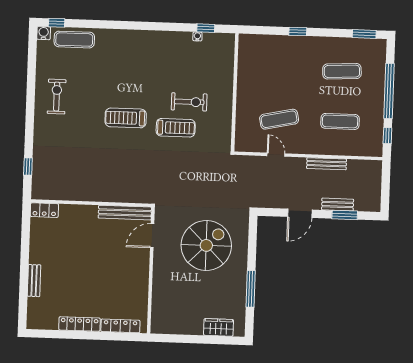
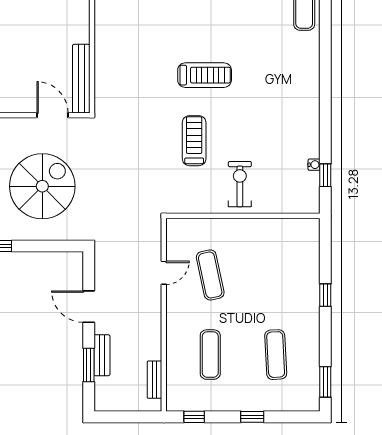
window: (389, 91) -> (252, 417), width x0.32
exercise bike: (189, 102) -> (240, 184), moved, turned 180
treadmill: (126, 118) -> (205, 75), turned 90
treadmill: (176, 128) -> (194, 141), turned 180
bench: (327, 164) -> (154, 380), moved, width x0.73
spiral stairs: (206, 245) -> (42, 186), turned -90

